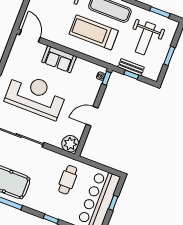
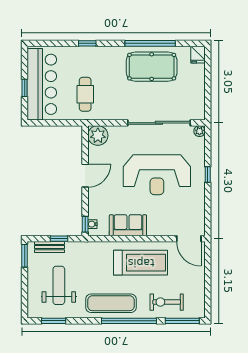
treadmill: (94, 32) -> (141, 263), moved
window: (169, 56) -> (25, 256), moved
sofa: (59, 59) -> (128, 225), moved
bench: (131, 67) -> (49, 247), moved

